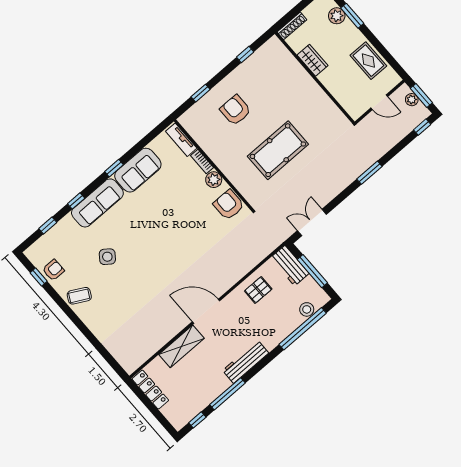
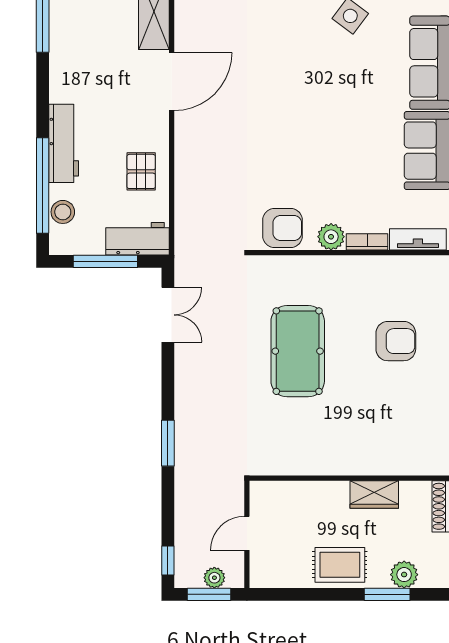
rug: (368, 61) -> (340, 565), moved
workbench: (246, 362) -> (64, 143), moved

